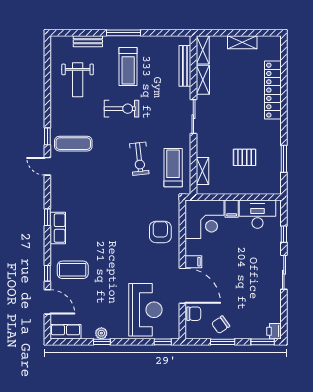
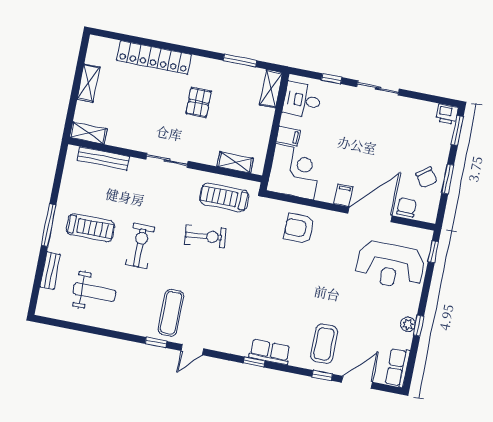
shelving: (203, 80) -> (271, 89), moved, turned 90
pallet: (245, 157) -> (199, 102), moved
desk: (257, 214) -> (302, 100), width x0.73
reception desk: (145, 310) -> (390, 265), turned 180

